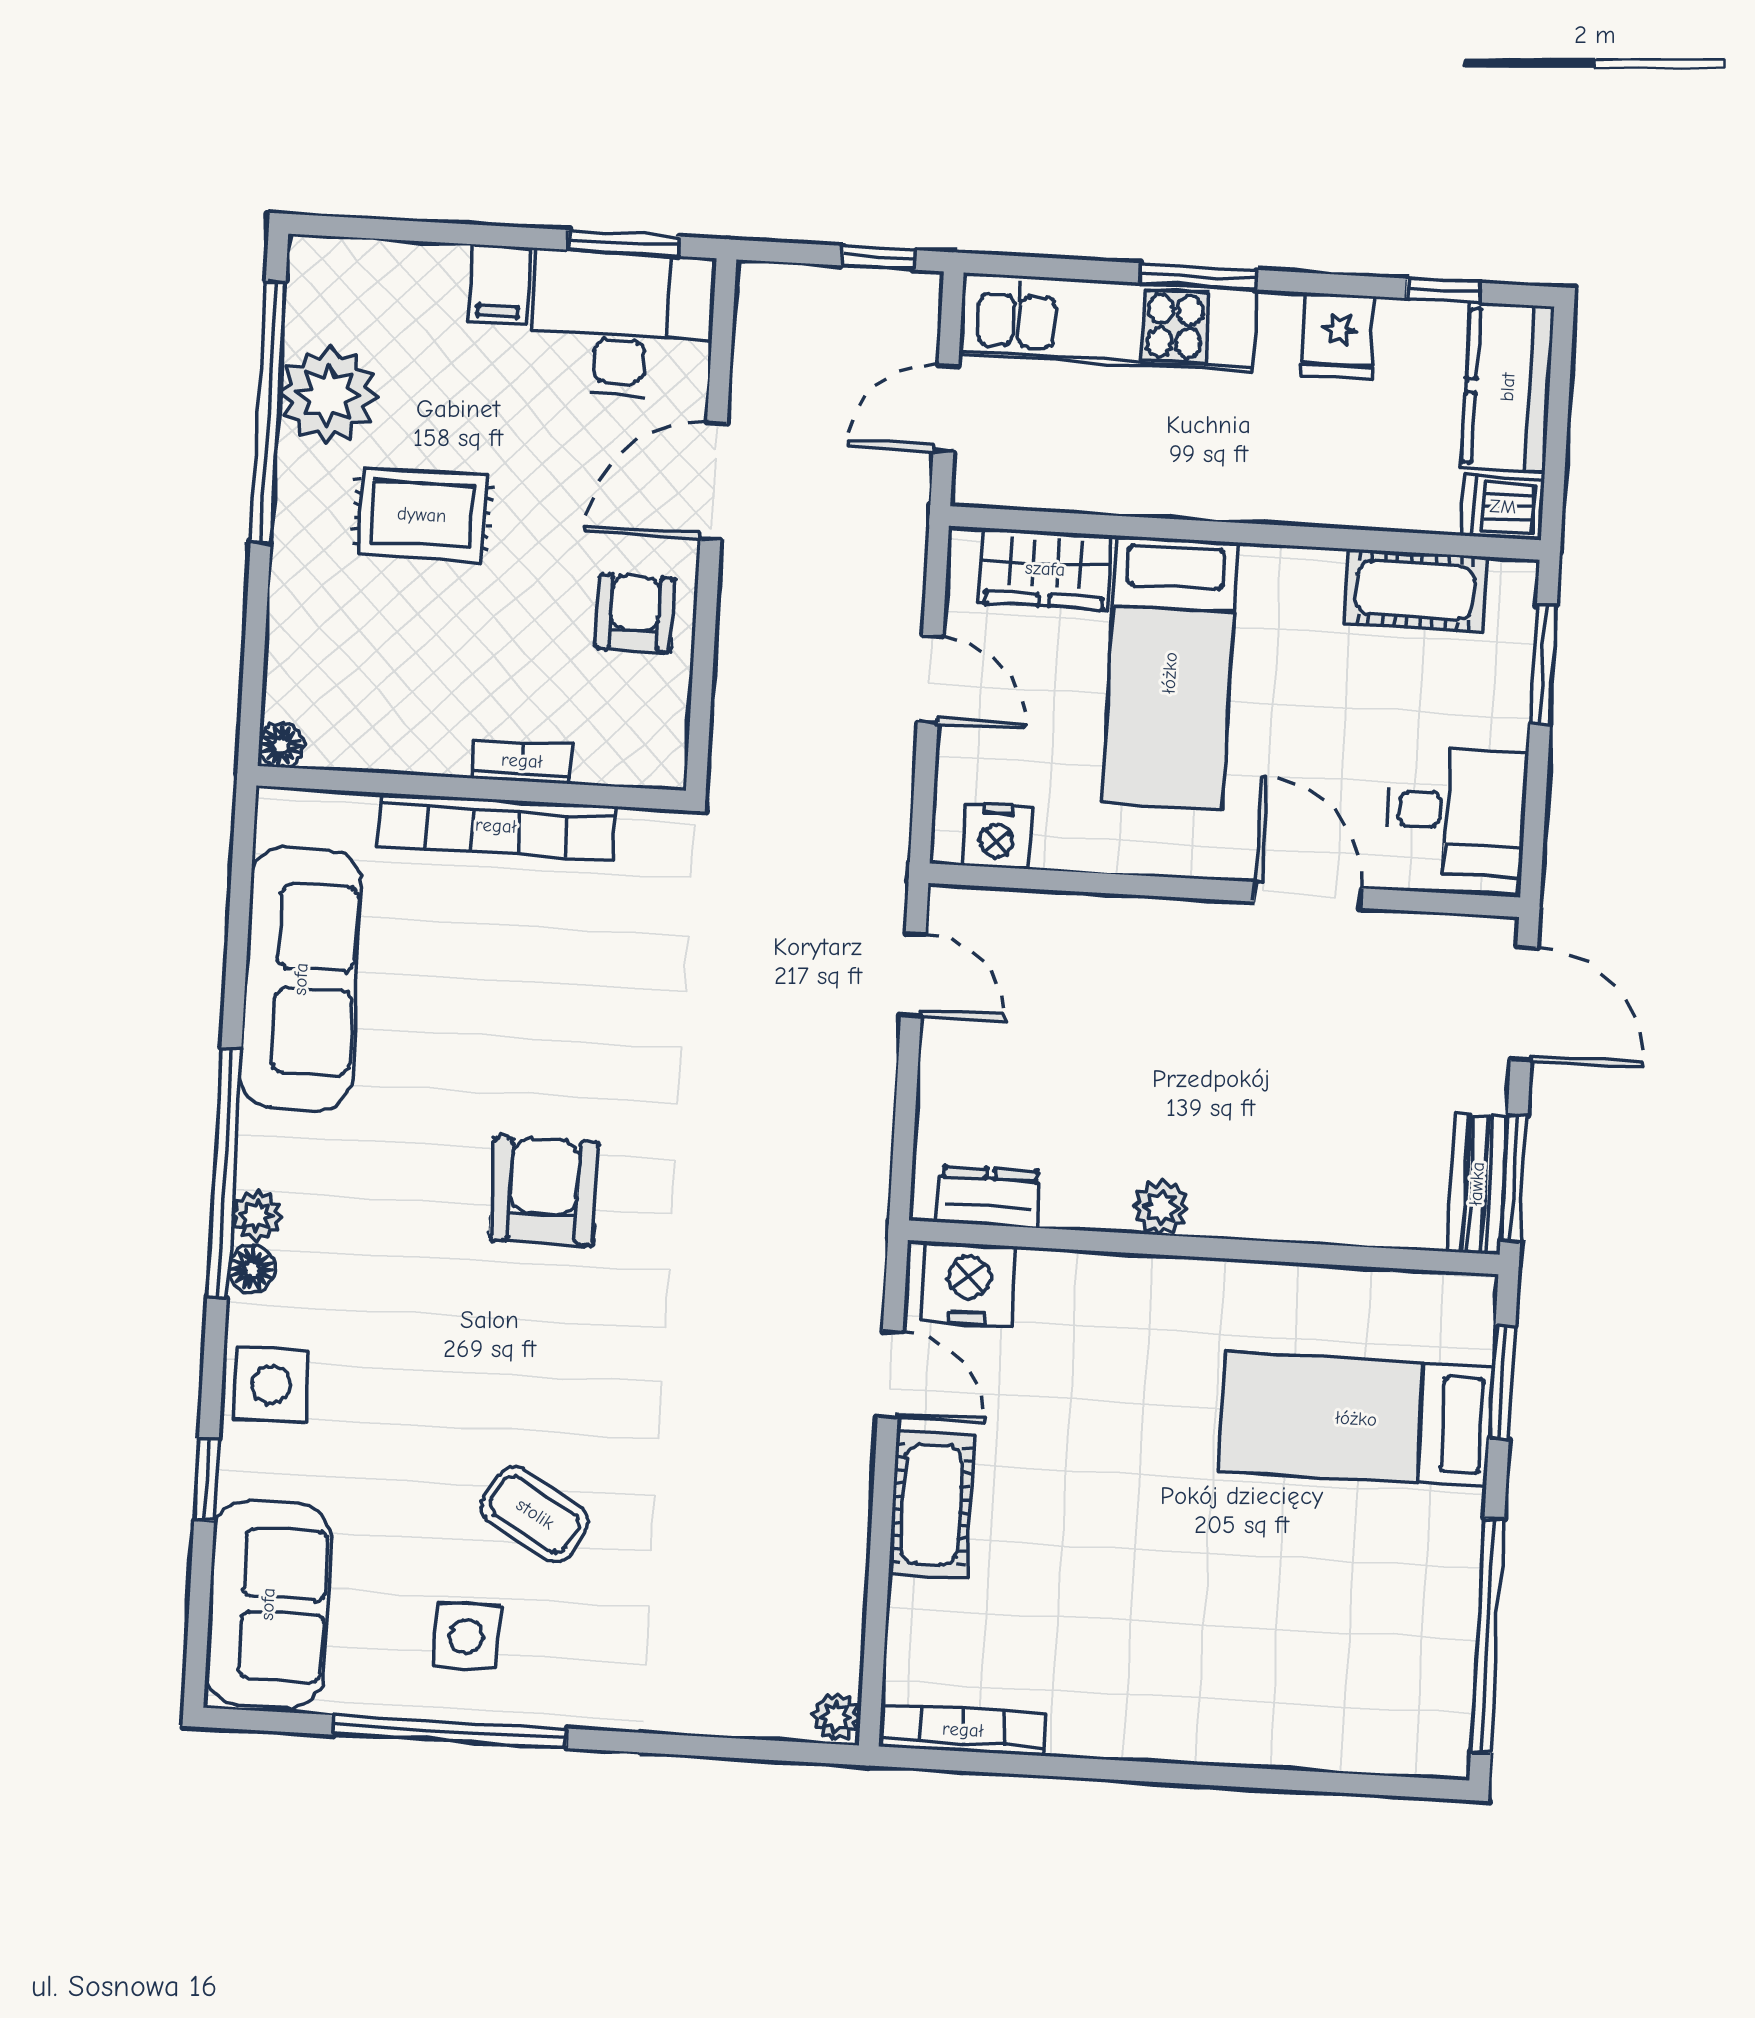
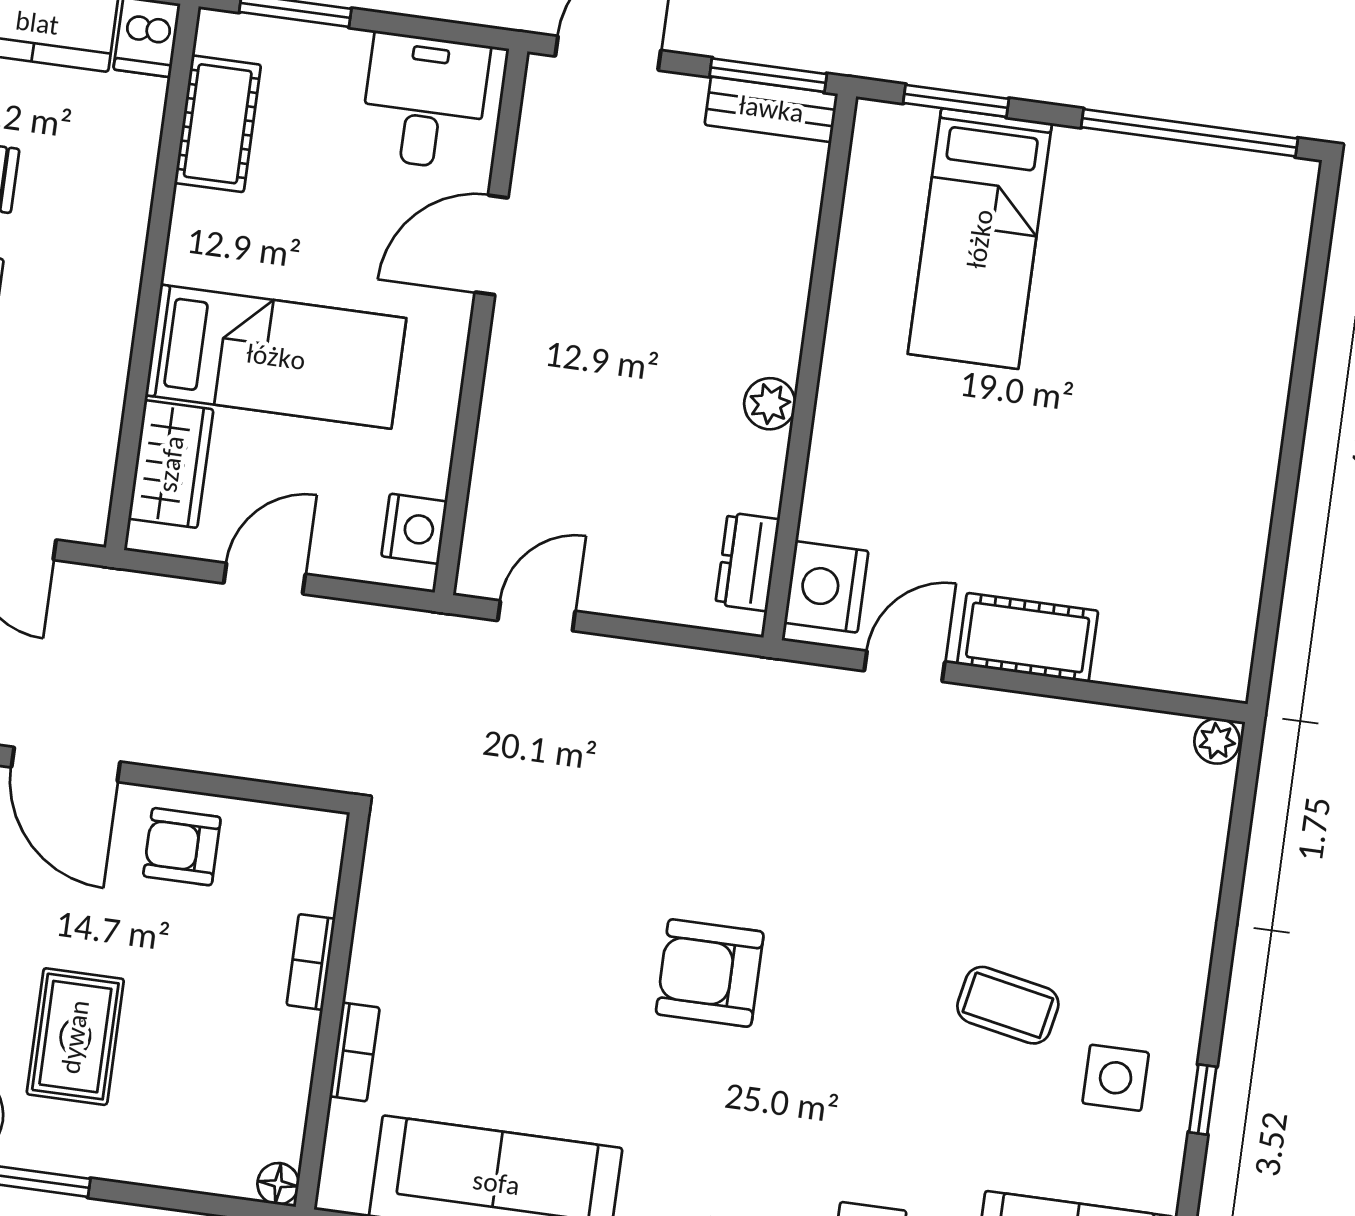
bookcase: (496, 826) -> (354, 1052), width x0.43, depth x0.76
coffee table: (535, 1514) -> (1008, 1005), turned 71
bookcase: (963, 1730) -> (1239, 625), removed
window: (450, 1732) -> (1203, 1099), width x0.32

